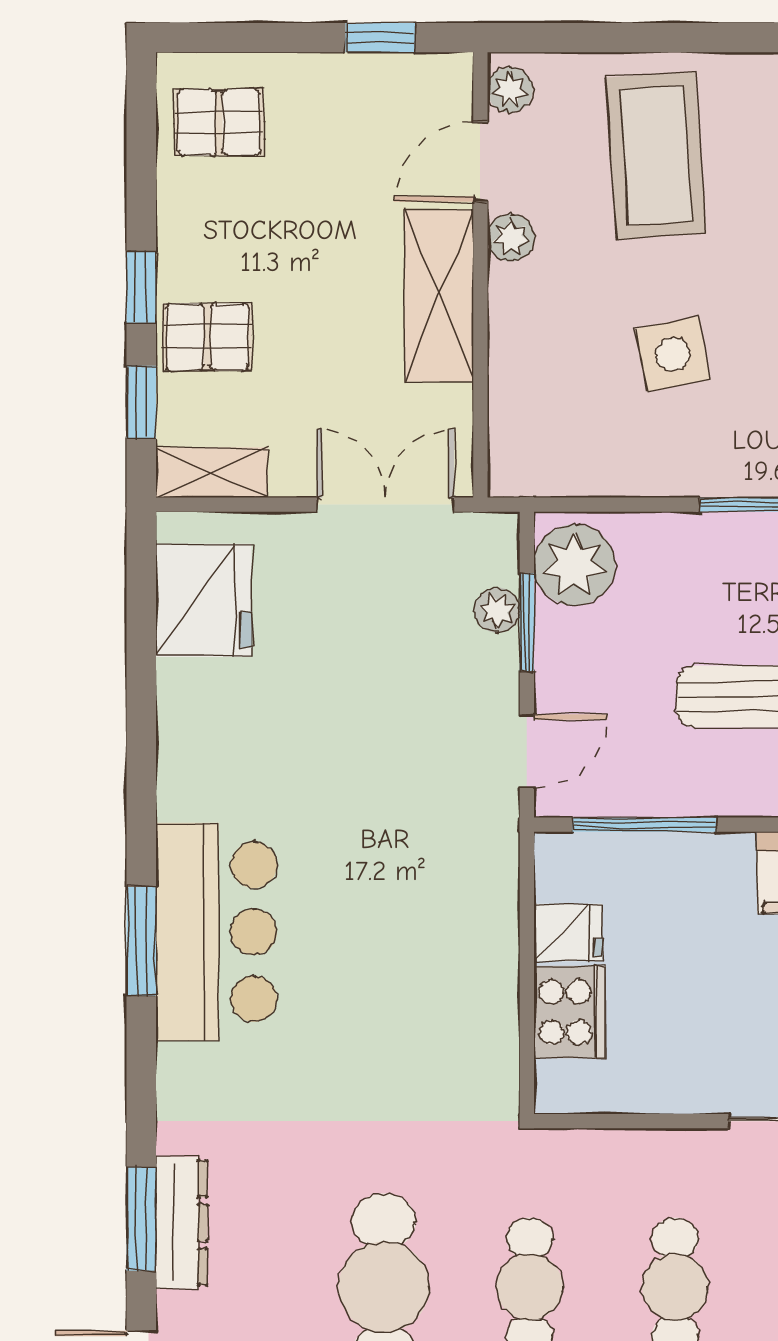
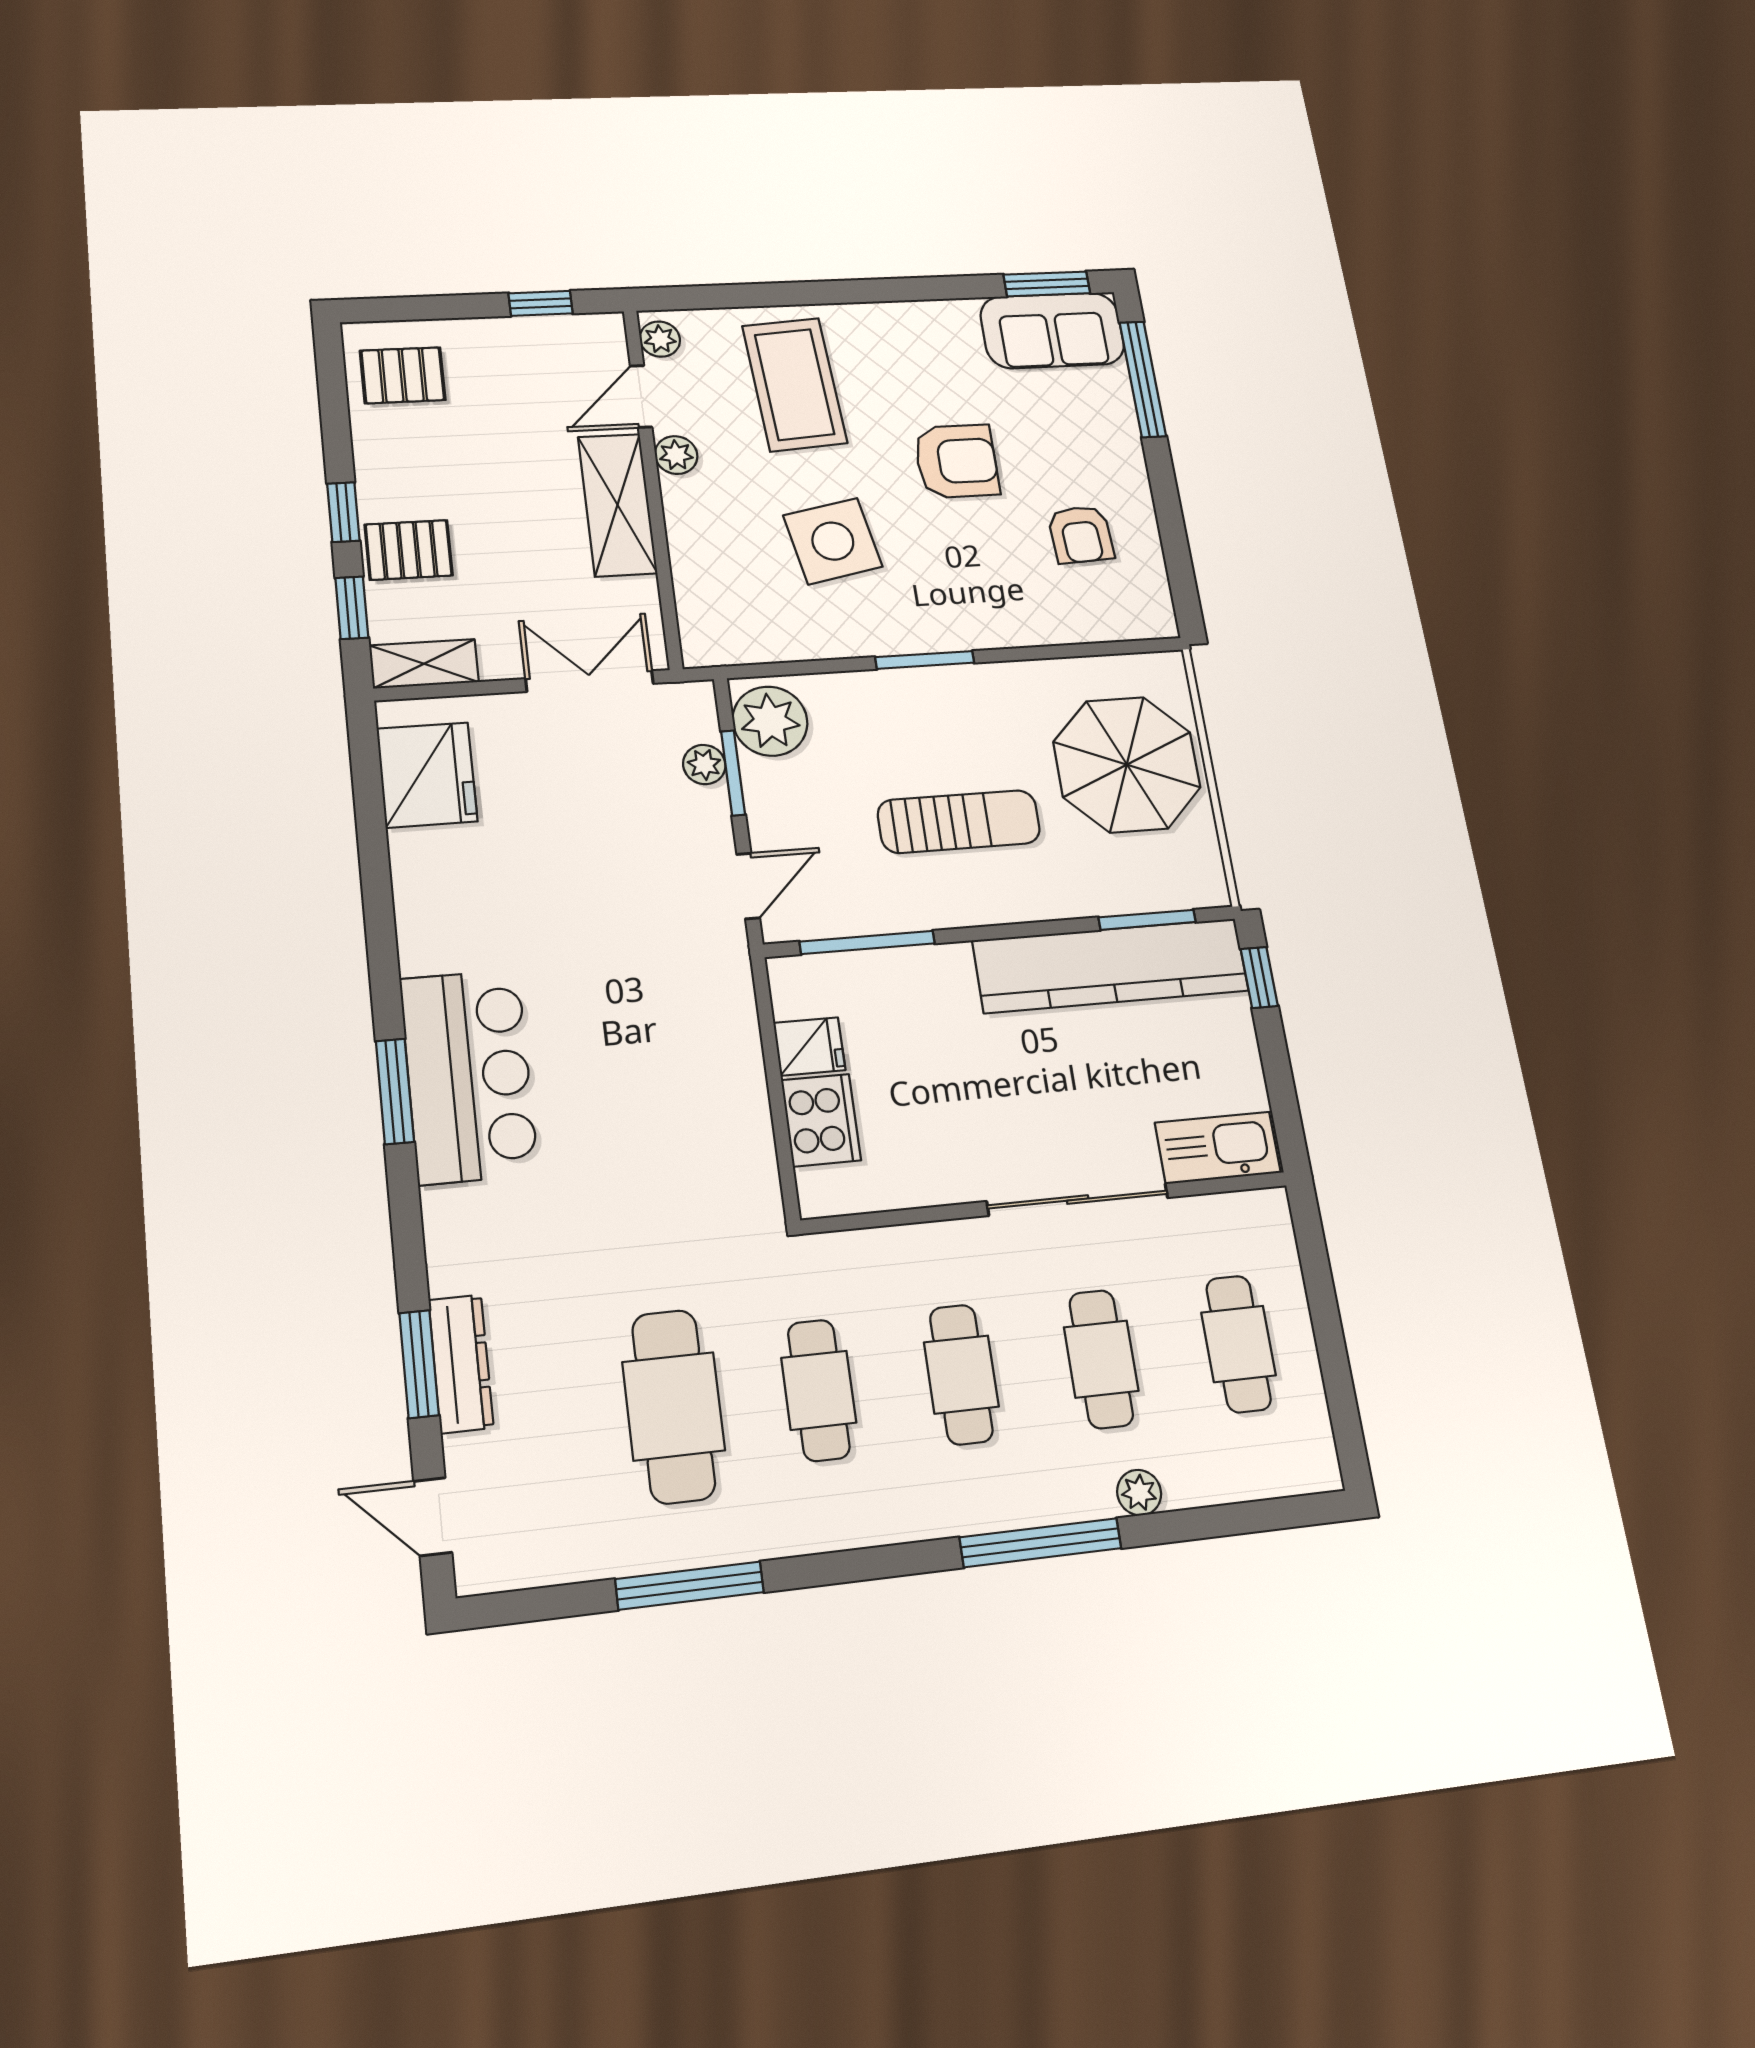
side table: (673, 354) -> (833, 541), width x1.37, depth x1.37

